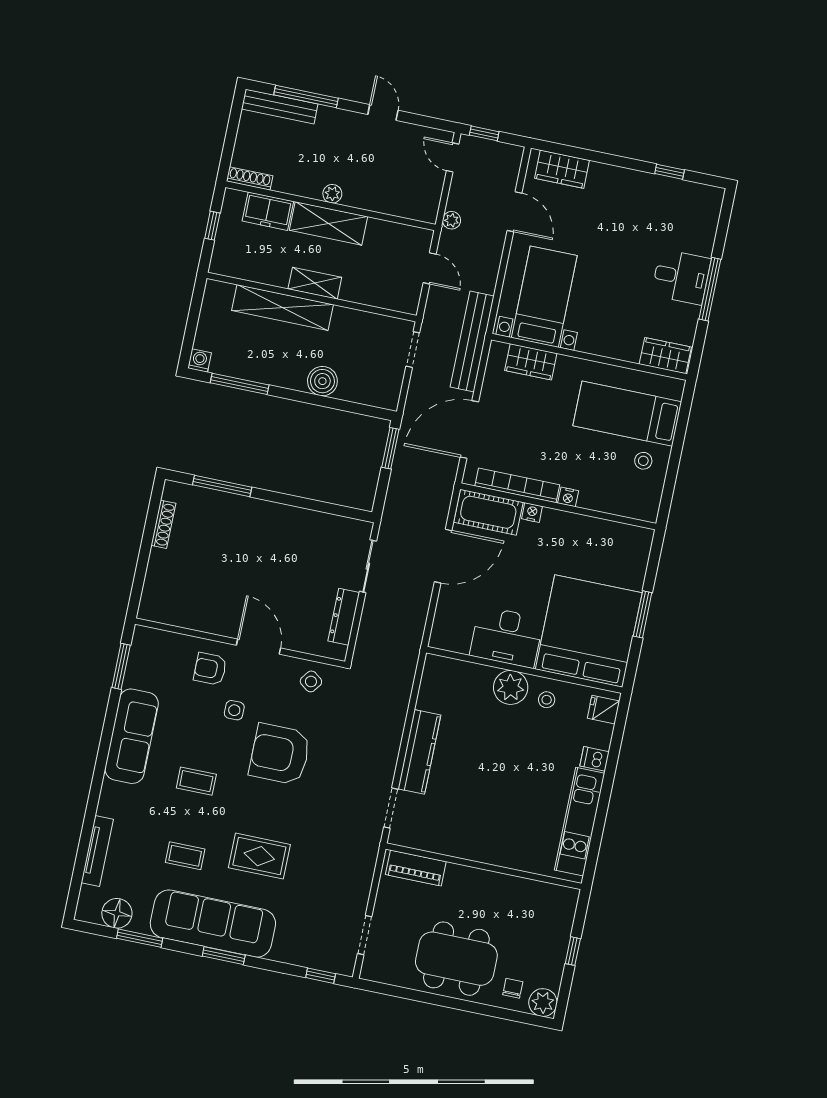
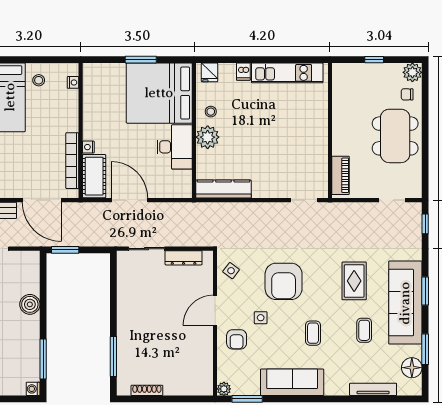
nightstand: (568, 497) -> (73, 82), moved
plant: (143, 636) -> (224, 389), added
kitchen counter: (419, 752) -> (223, 189), moved

